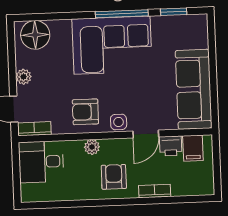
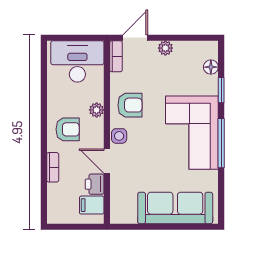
window: (174, 12) -> (221, 90), moved
floor lamp: (35, 35) -> (211, 67), width x0.53, depth x0.53
sofa: (194, 89) -> (175, 208), moved
armchair: (85, 112) -> (130, 105), turned 90
desk: (41, 162) -> (77, 61), width x1.37

